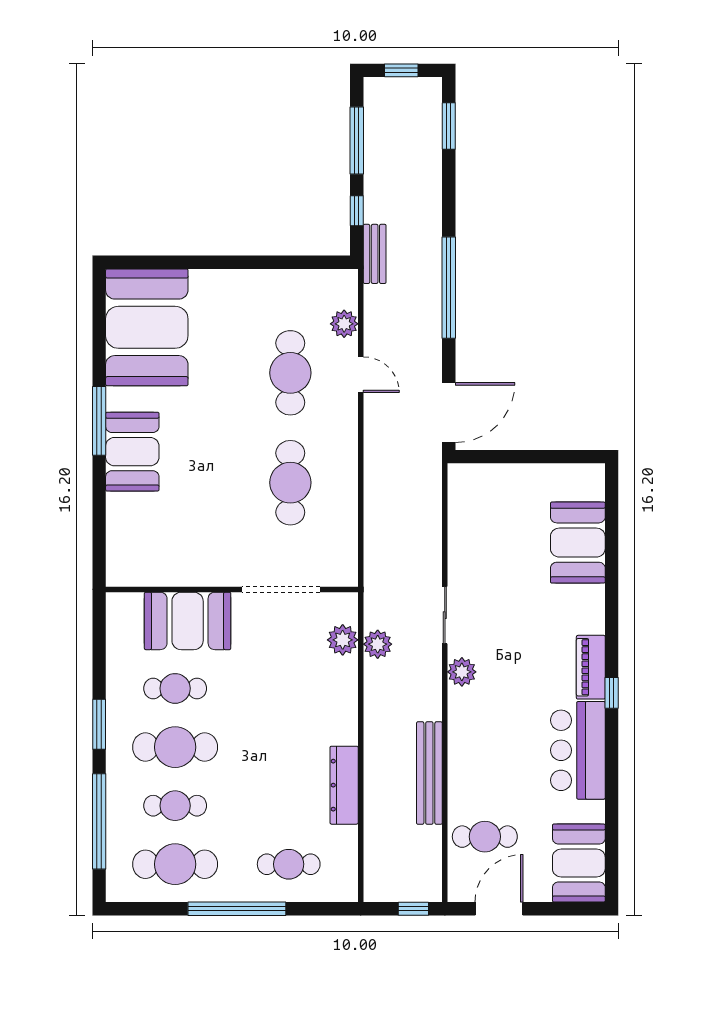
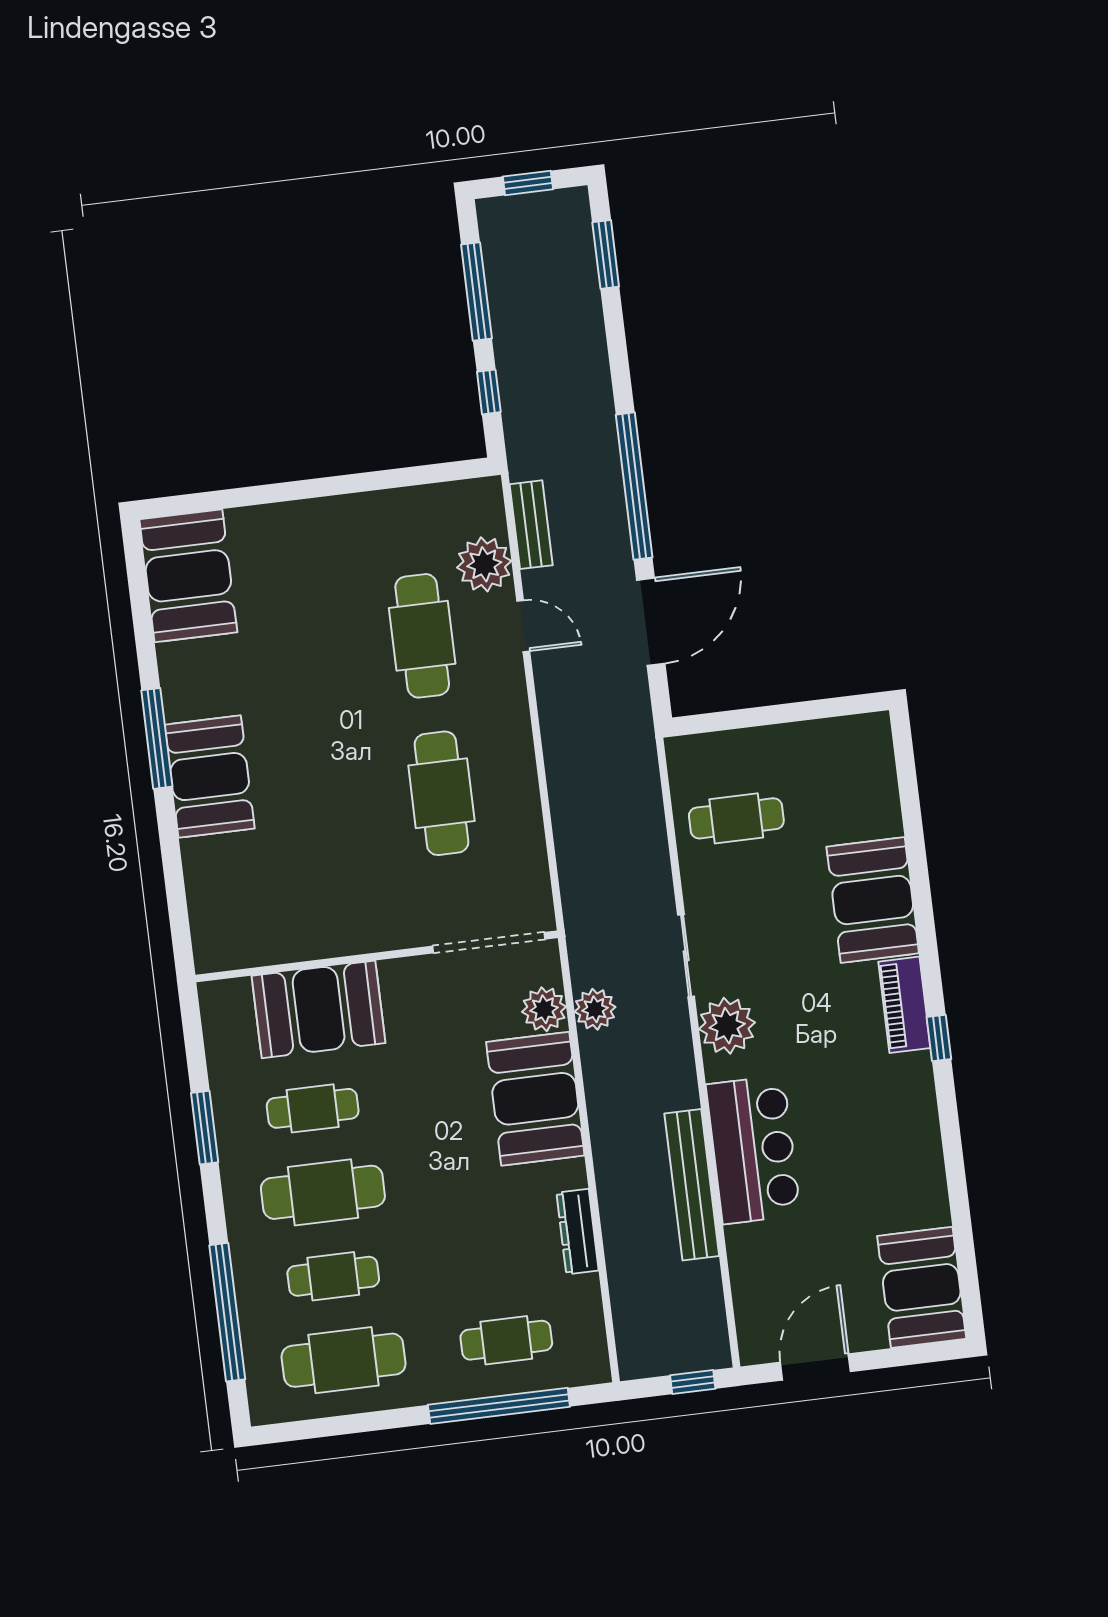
bench: (375, 254) -> (531, 525), moved
plant: (344, 324) -> (484, 564), width x1.36, depth x1.36
booth: (147, 327) -> (188, 576), width x0.73, depth x0.70
door: (449, 413) -> (651, 622), moved
booth: (578, 543) -> (873, 900), moved
doorway: (281, 589) -> (489, 943), moved
plant: (462, 672) -> (727, 1026), width x1.36, depth x1.36
booth: (329, 701) -> (535, 1099), added
window: (99, 724) -> (205, 1128), moved
bar counter: (578, 750) -> (753, 1150), moved, turned 180
dresser: (344, 785) -> (578, 1232), width x0.73, depth x0.80
cafe table: (485, 837) -> (736, 818), moved
window: (237, 909) -> (499, 1406), moved

